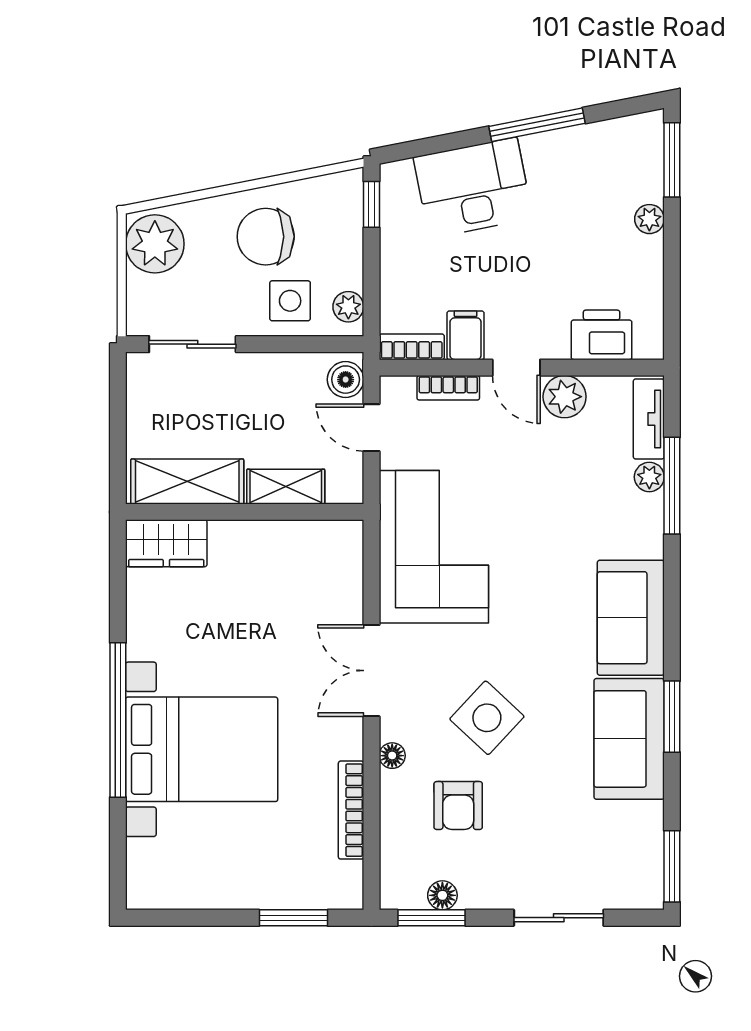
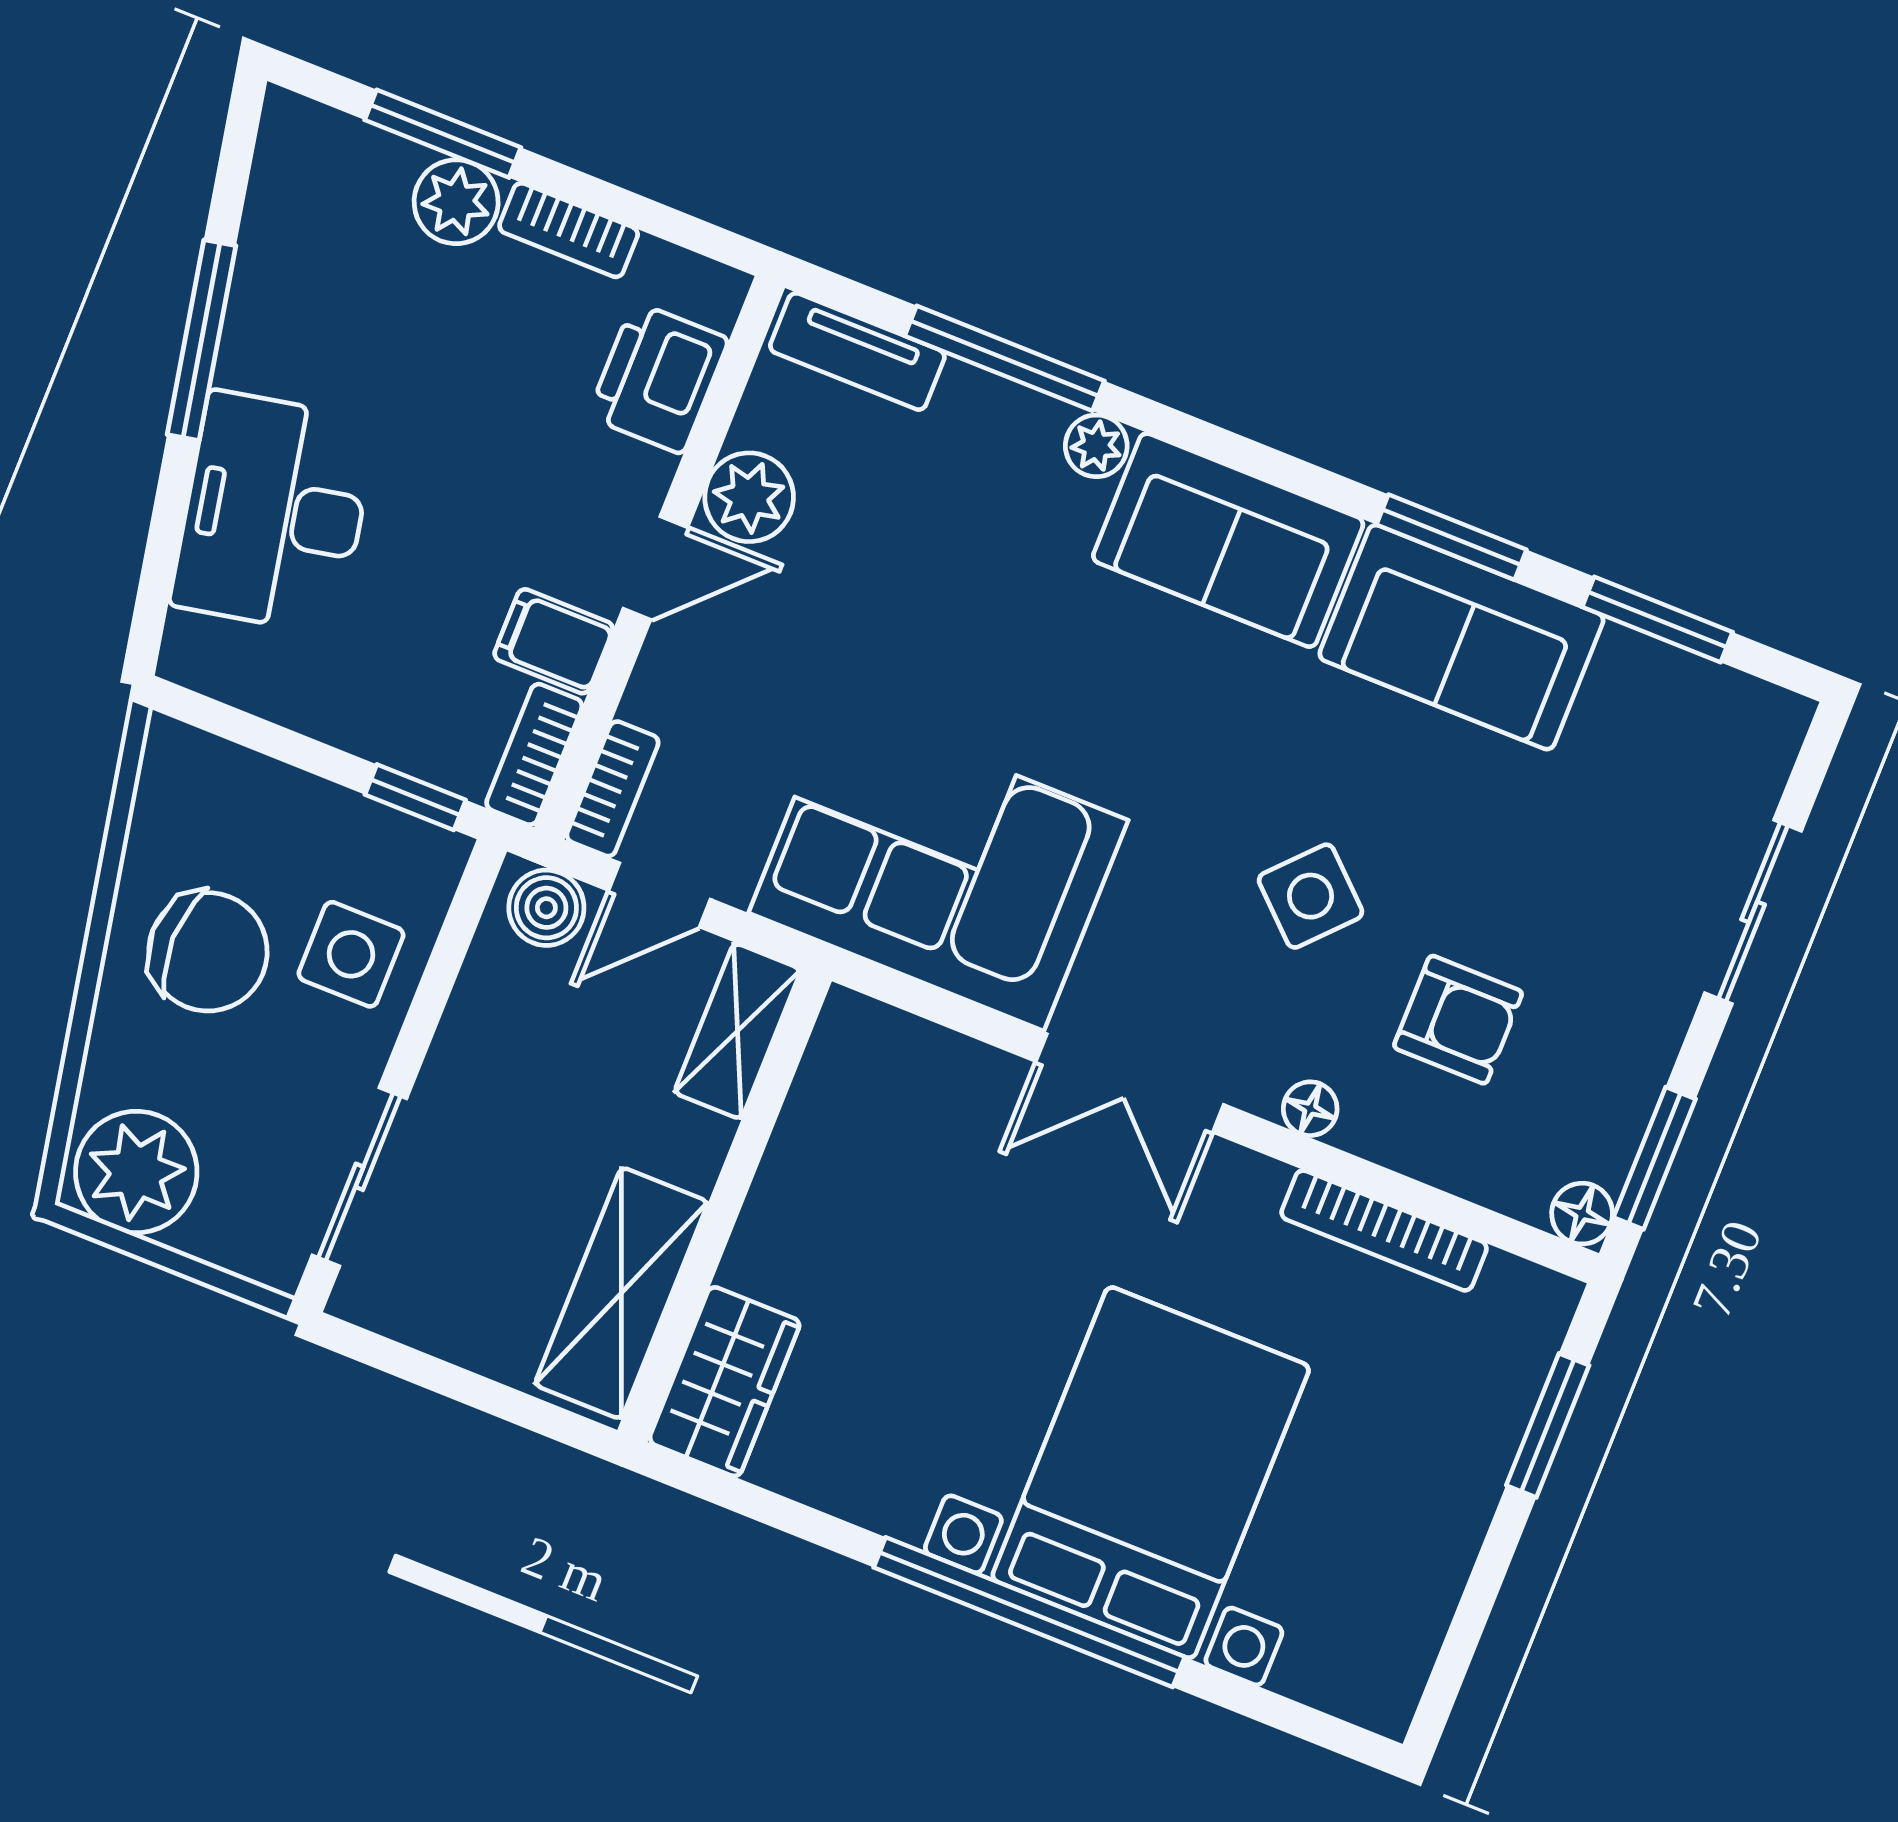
window: (672, 160) -> (443, 134), moved
window: (371, 204) -> (415, 797), moved
plant: (649, 219) -> (456, 202), width x1.38, depth x1.38
chair: (266, 237) -> (208, 952), turned -90
bookcase: (651, 269) -> (569, 230), added
plant: (348, 307) -> (408, 846), removed
bookcase: (448, 388) -> (613, 789), moved
plant: (649, 477) -> (1096, 446), moved
shelving: (286, 487) -> (738, 1031), moved
side table: (487, 718) -> (1311, 896), width x0.73, depth x0.73
window: (672, 866) -> (1657, 620), moved
floor lamp: (442, 895) -> (1582, 1214), moved

